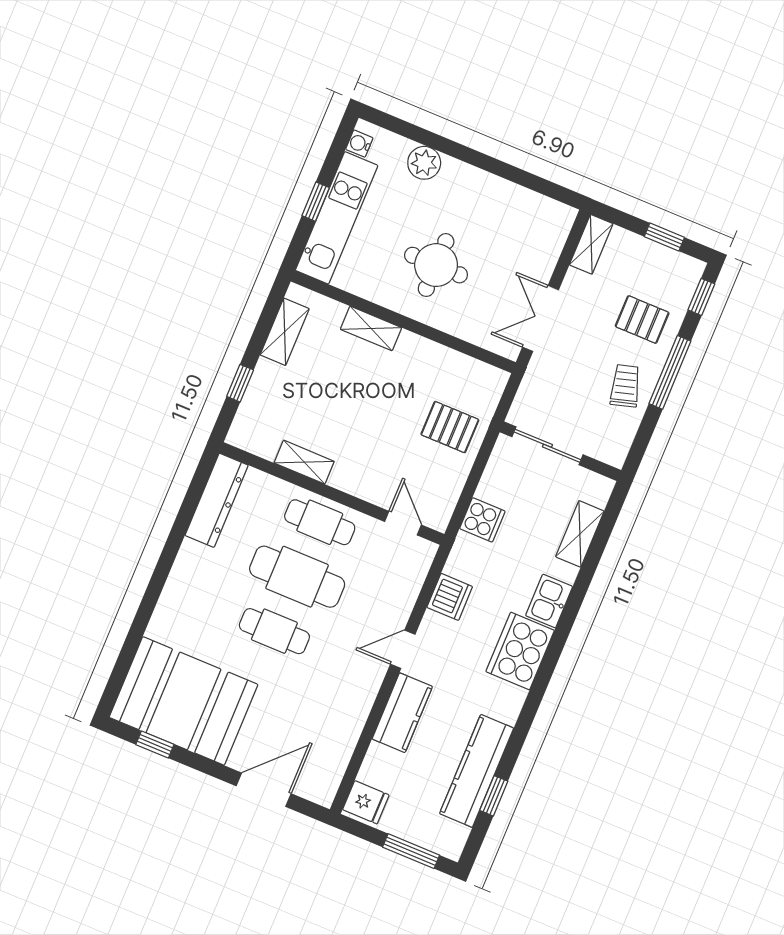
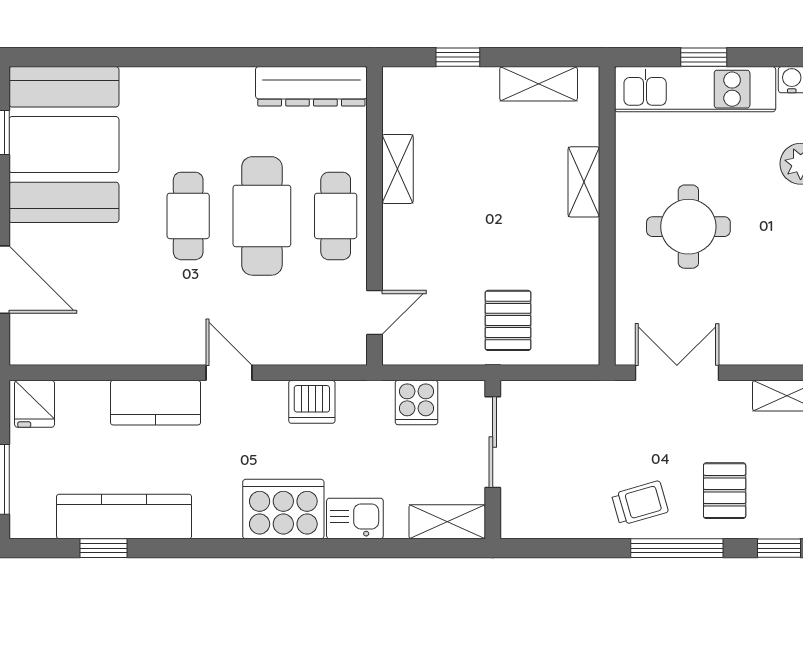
sliding door: (547, 446) -> (493, 442), moved
wall: (560, 451) -> (493, 460), moved

